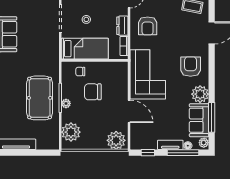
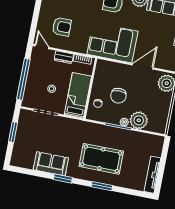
armchair: (148, 26) -> (62, 27), moved
pool table: (40, 98) -> (101, 159), moved
plant: (71, 132) -> (139, 120), moved

